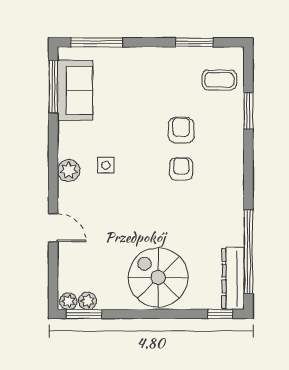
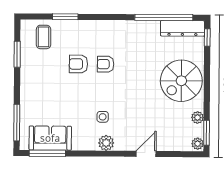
plant: (87, 301) -> (197, 117), moved

